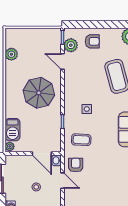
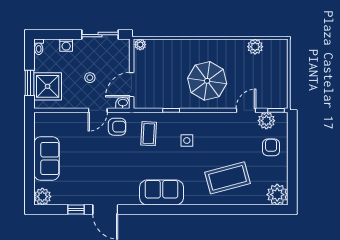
armchair: (92, 41) -> (271, 147), turned 180
barbecue: (13, 130) -> (161, 48), removed

